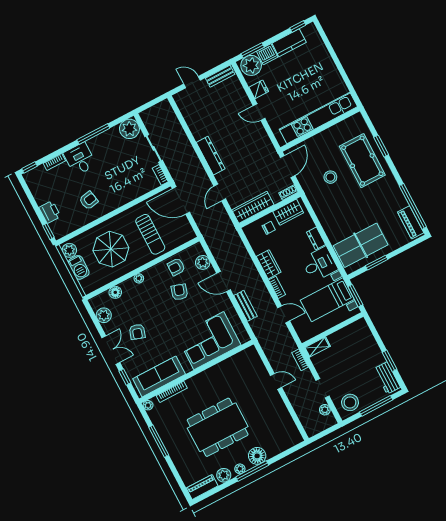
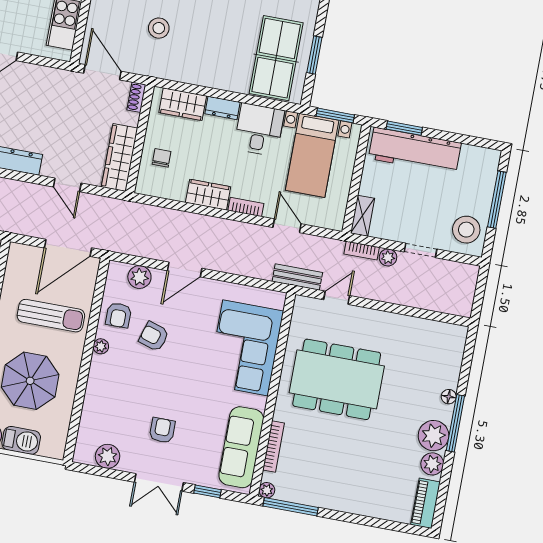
door: (181, 200) -> (68, 248), moved
wardrobe: (288, 212) -> (183, 104), moved, turned 90
plant: (139, 278) -> (101, 346), moved
floor lamp: (115, 292) -> (90, 419), removed
bench: (246, 306) -> (297, 277), moved
door: (284, 314) -> (287, 226), hinge flipped
armchair: (137, 332) -> (162, 430), turned -108
double door: (111, 350) -> (159, 482), swing flipped
window: (390, 361) -> (404, 128), moved
workbench: (387, 378) -> (415, 151), moved, width x1.88, depth x1.32
door: (276, 381) -> (337, 298), moved
plant: (325, 410) -> (388, 257), moved
dining table: (218, 427) -> (337, 379), moved, turned 90
window: (159, 441) -> (291, 507), moved
floor lamp: (257, 456) -> (449, 397), width x0.53, depth x0.53
plant: (240, 469) -> (433, 436), width x1.87, depth x1.87

